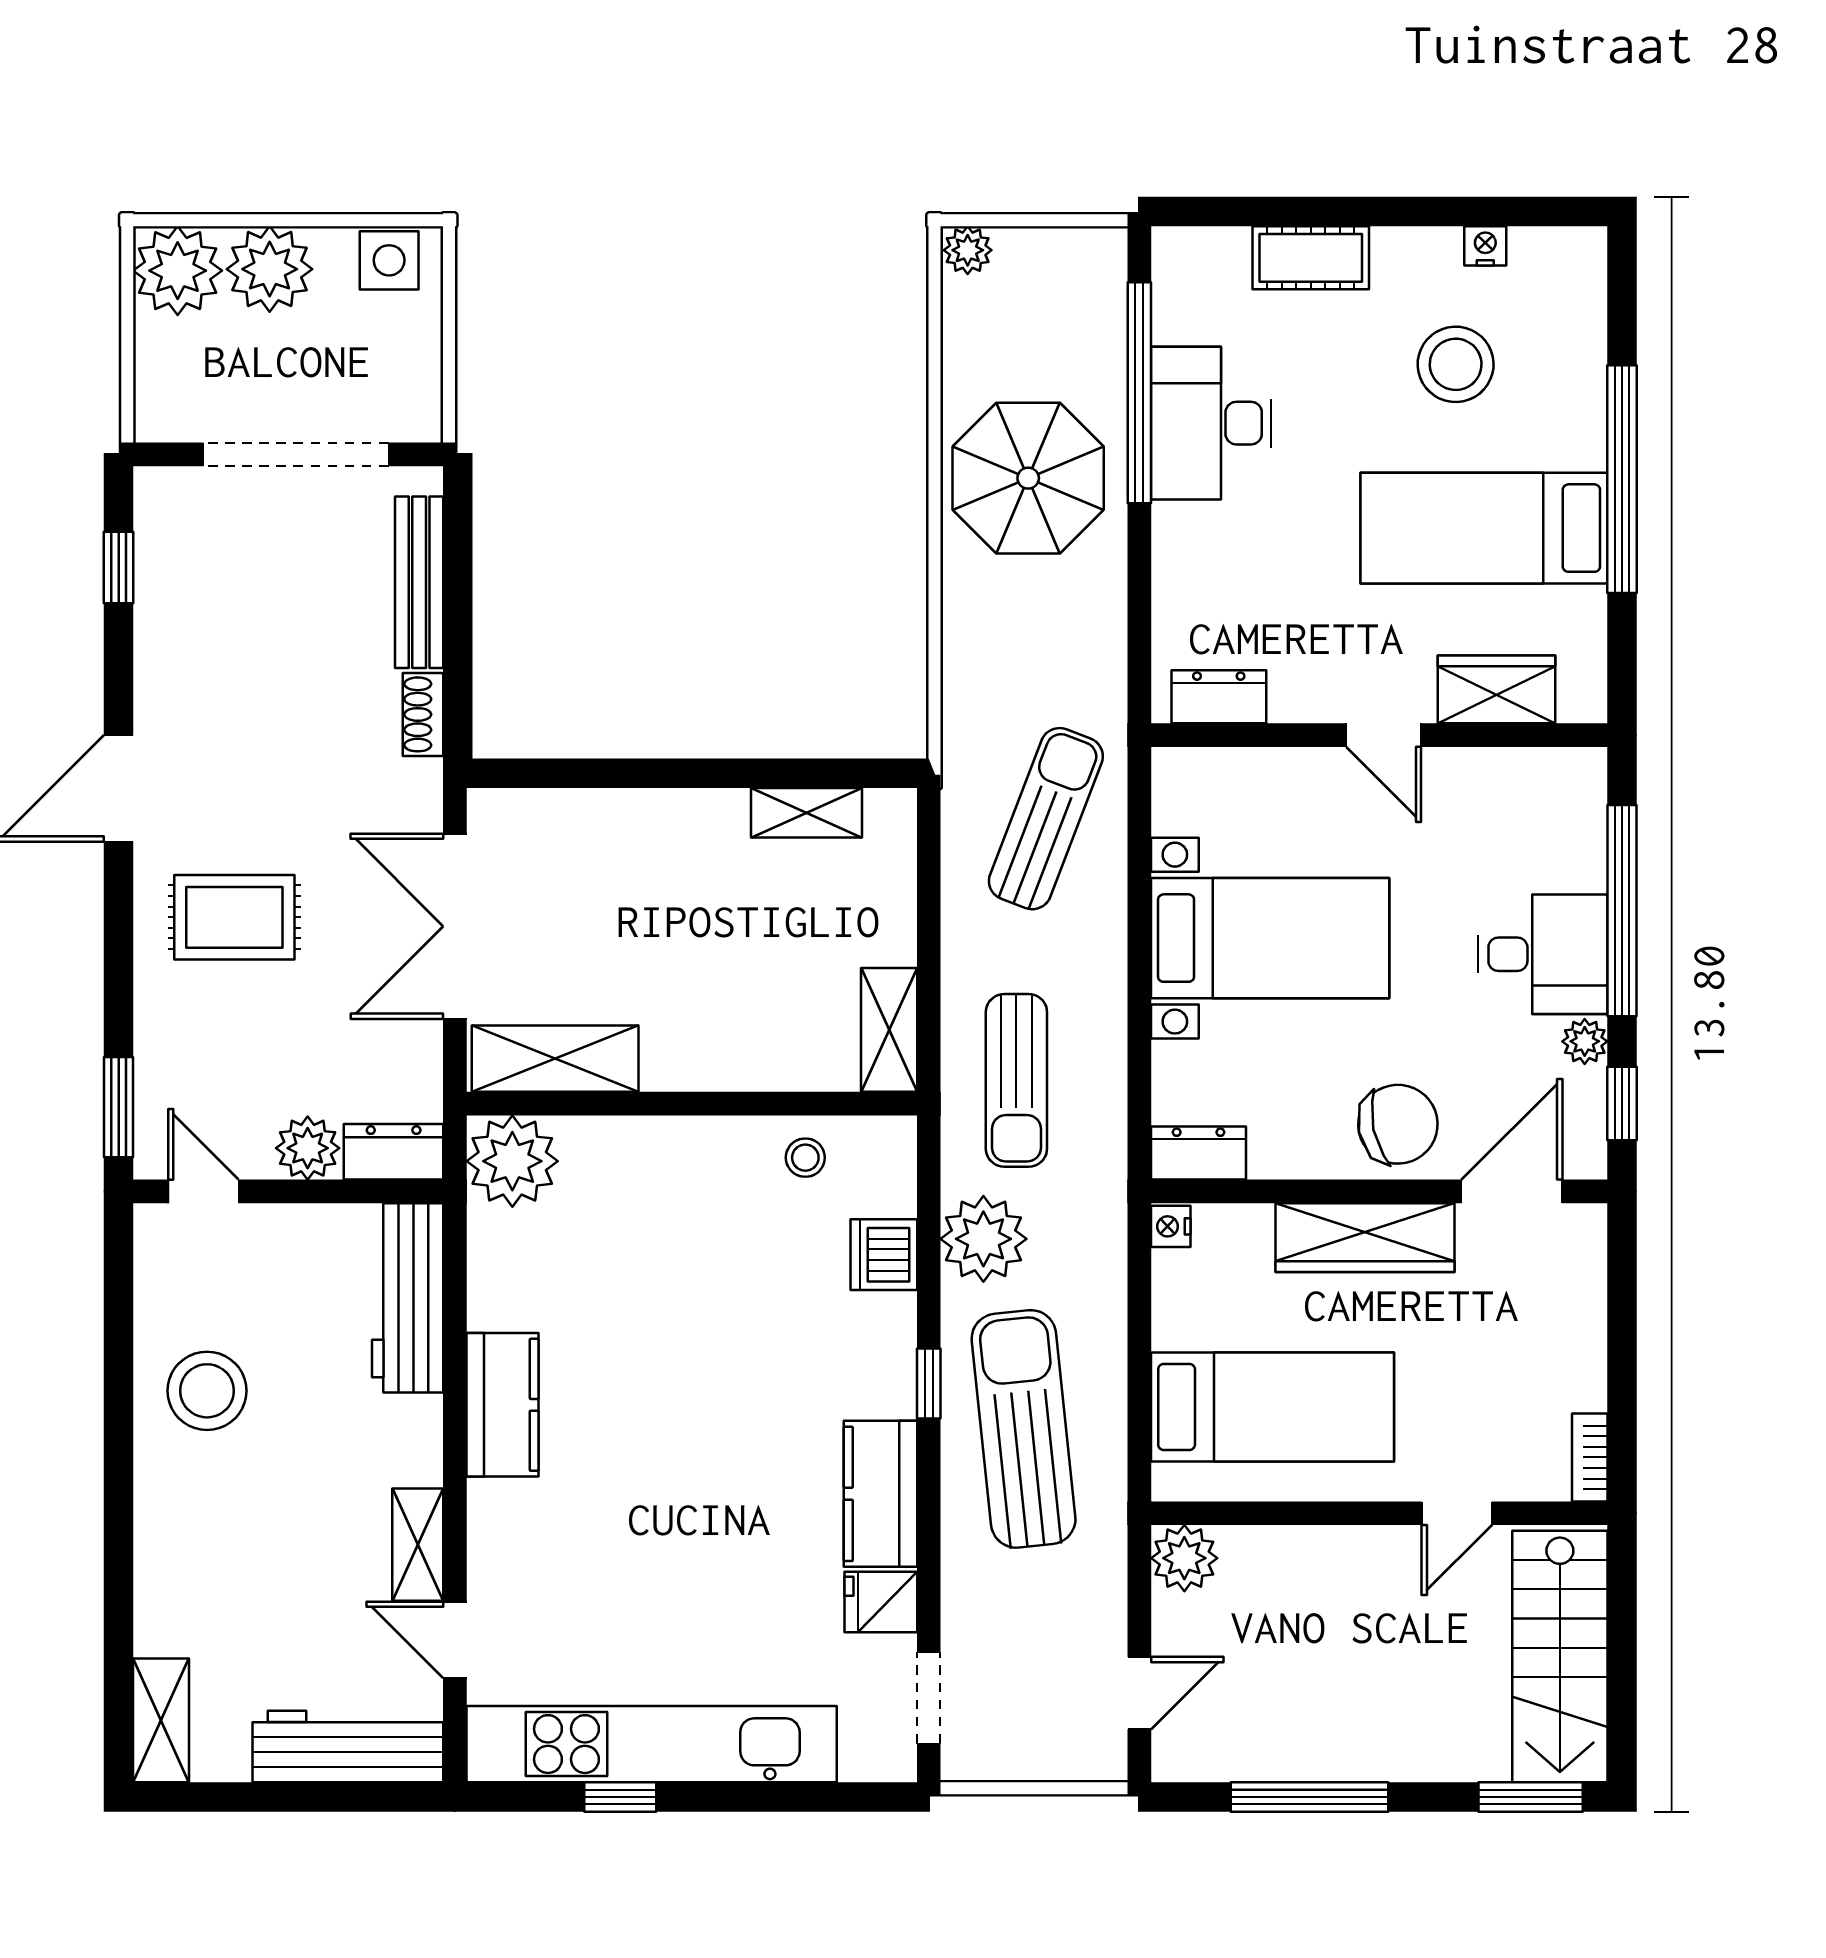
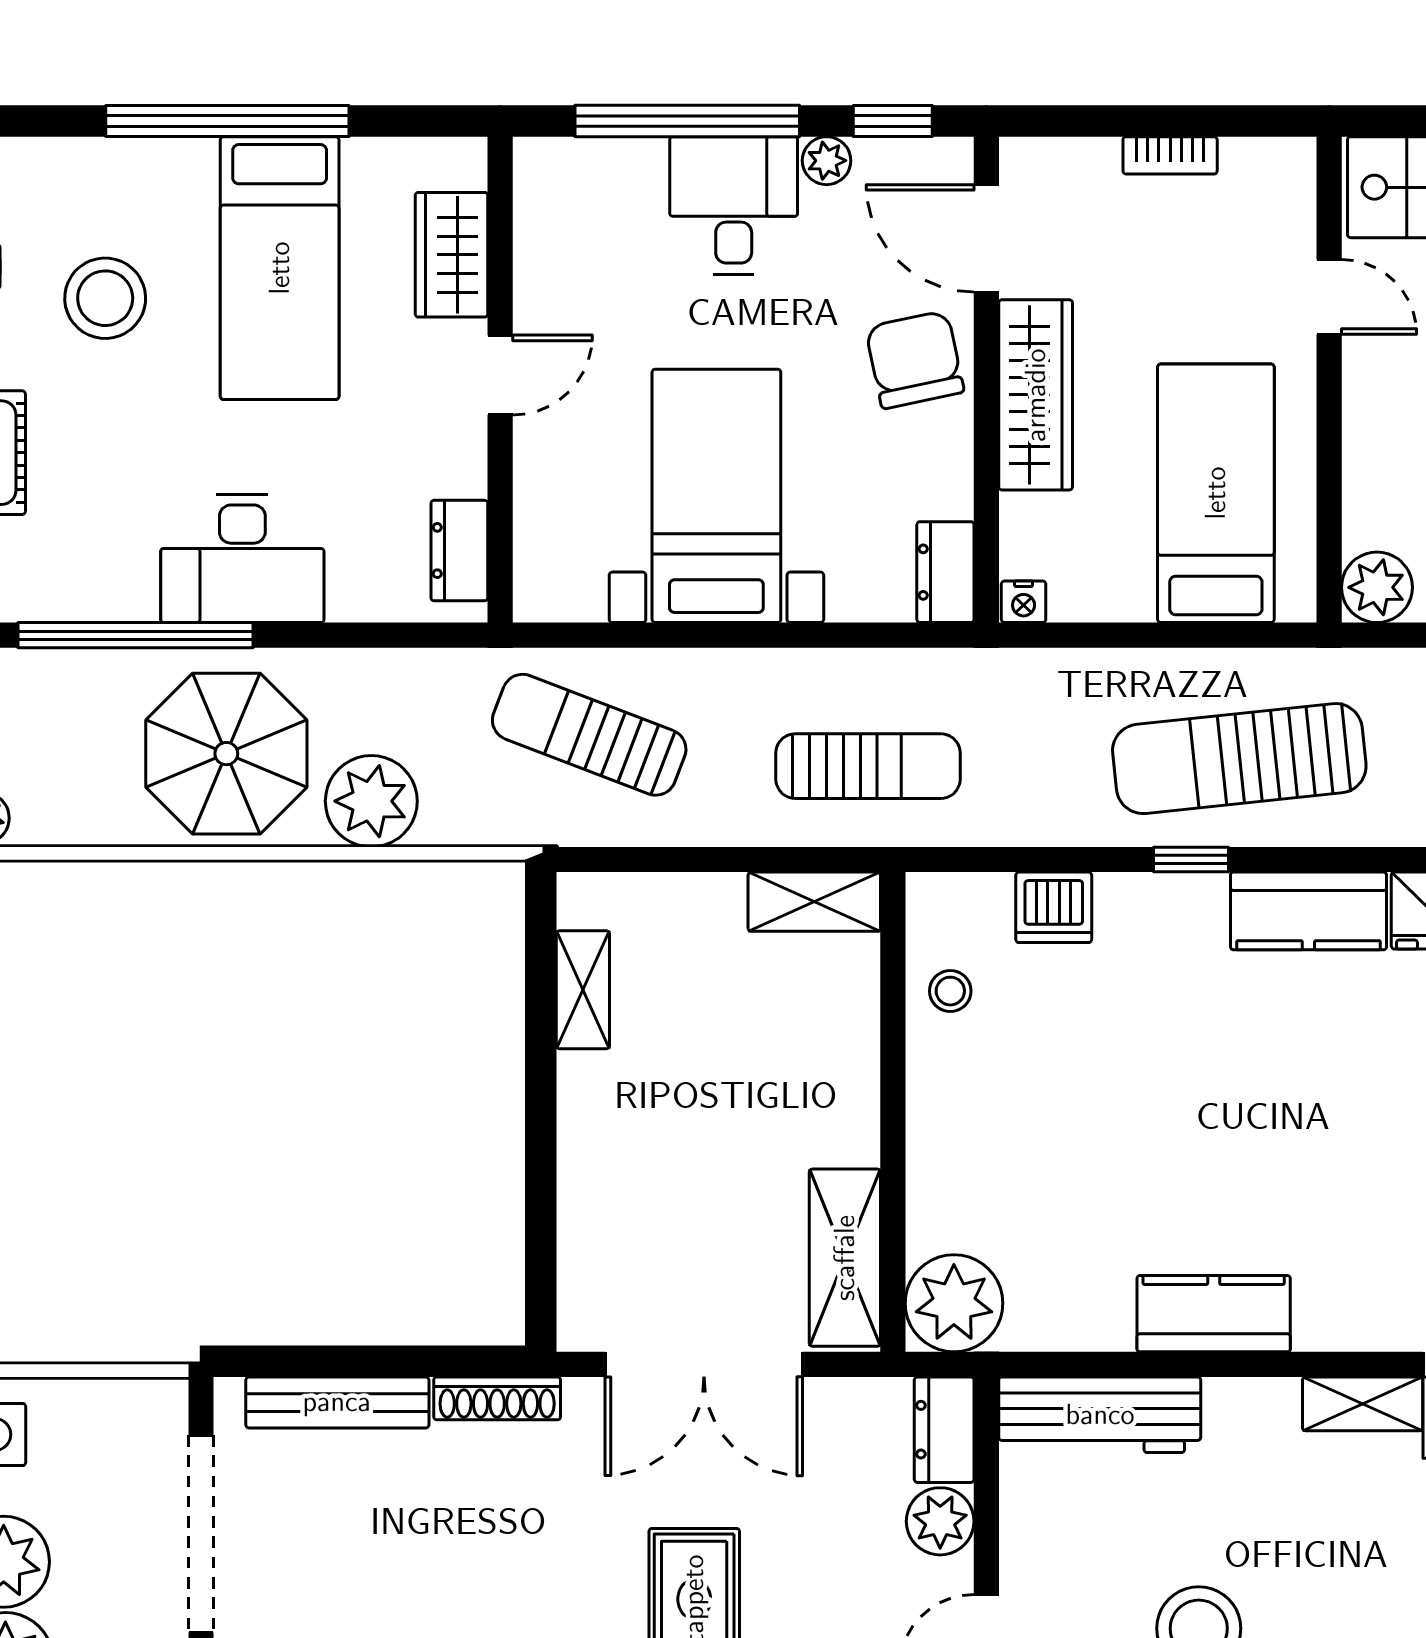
desk: (1211, 423) -> (242, 559), moved
shoe rack: (423, 714) -> (497, 1398), width x1.43
plant: (983, 1239) -> (371, 801), moved
bookcase: (1590, 1457) -> (1170, 155), moved

